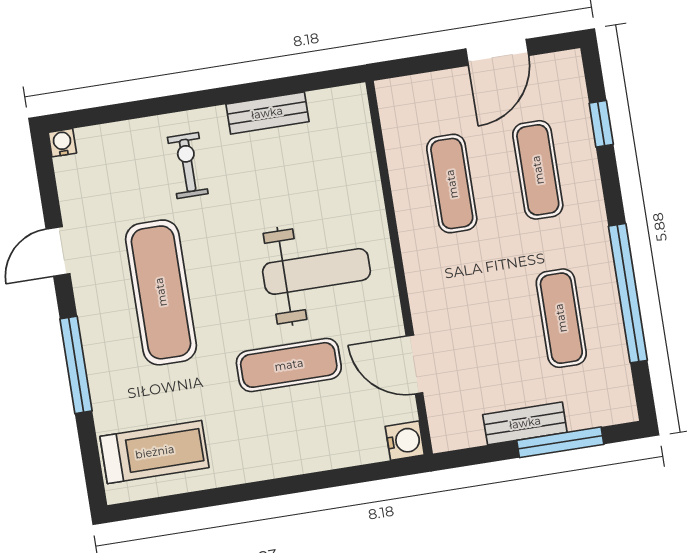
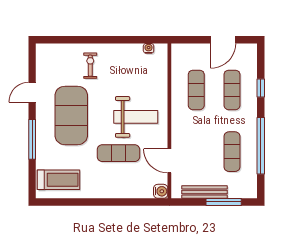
bench: (267, 113) -> (126, 50), removed
window: (601, 124) -> (261, 88), moved
water cooler: (62, 143) -> (149, 48), moved
exercise mat: (161, 292) -> (71, 115), width x1.47
bench: (525, 423) -> (204, 192), width x1.36

